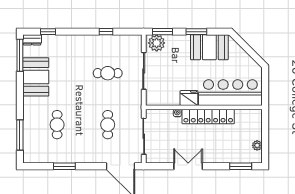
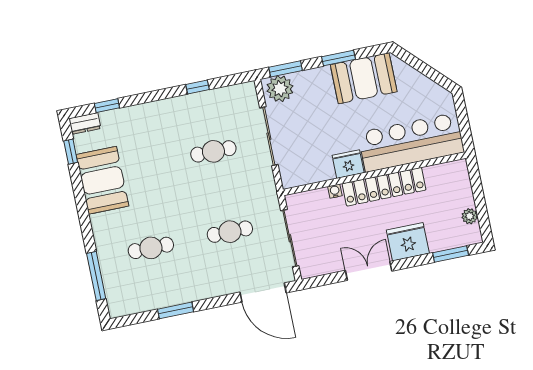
window: (20, 55) -> (71, 152), width x0.46
cafe table: (57, 125) -> (151, 248), turned 90
cafe table: (108, 125) -> (230, 232), turned 90
fridge: (216, 153) -> (408, 242), added

